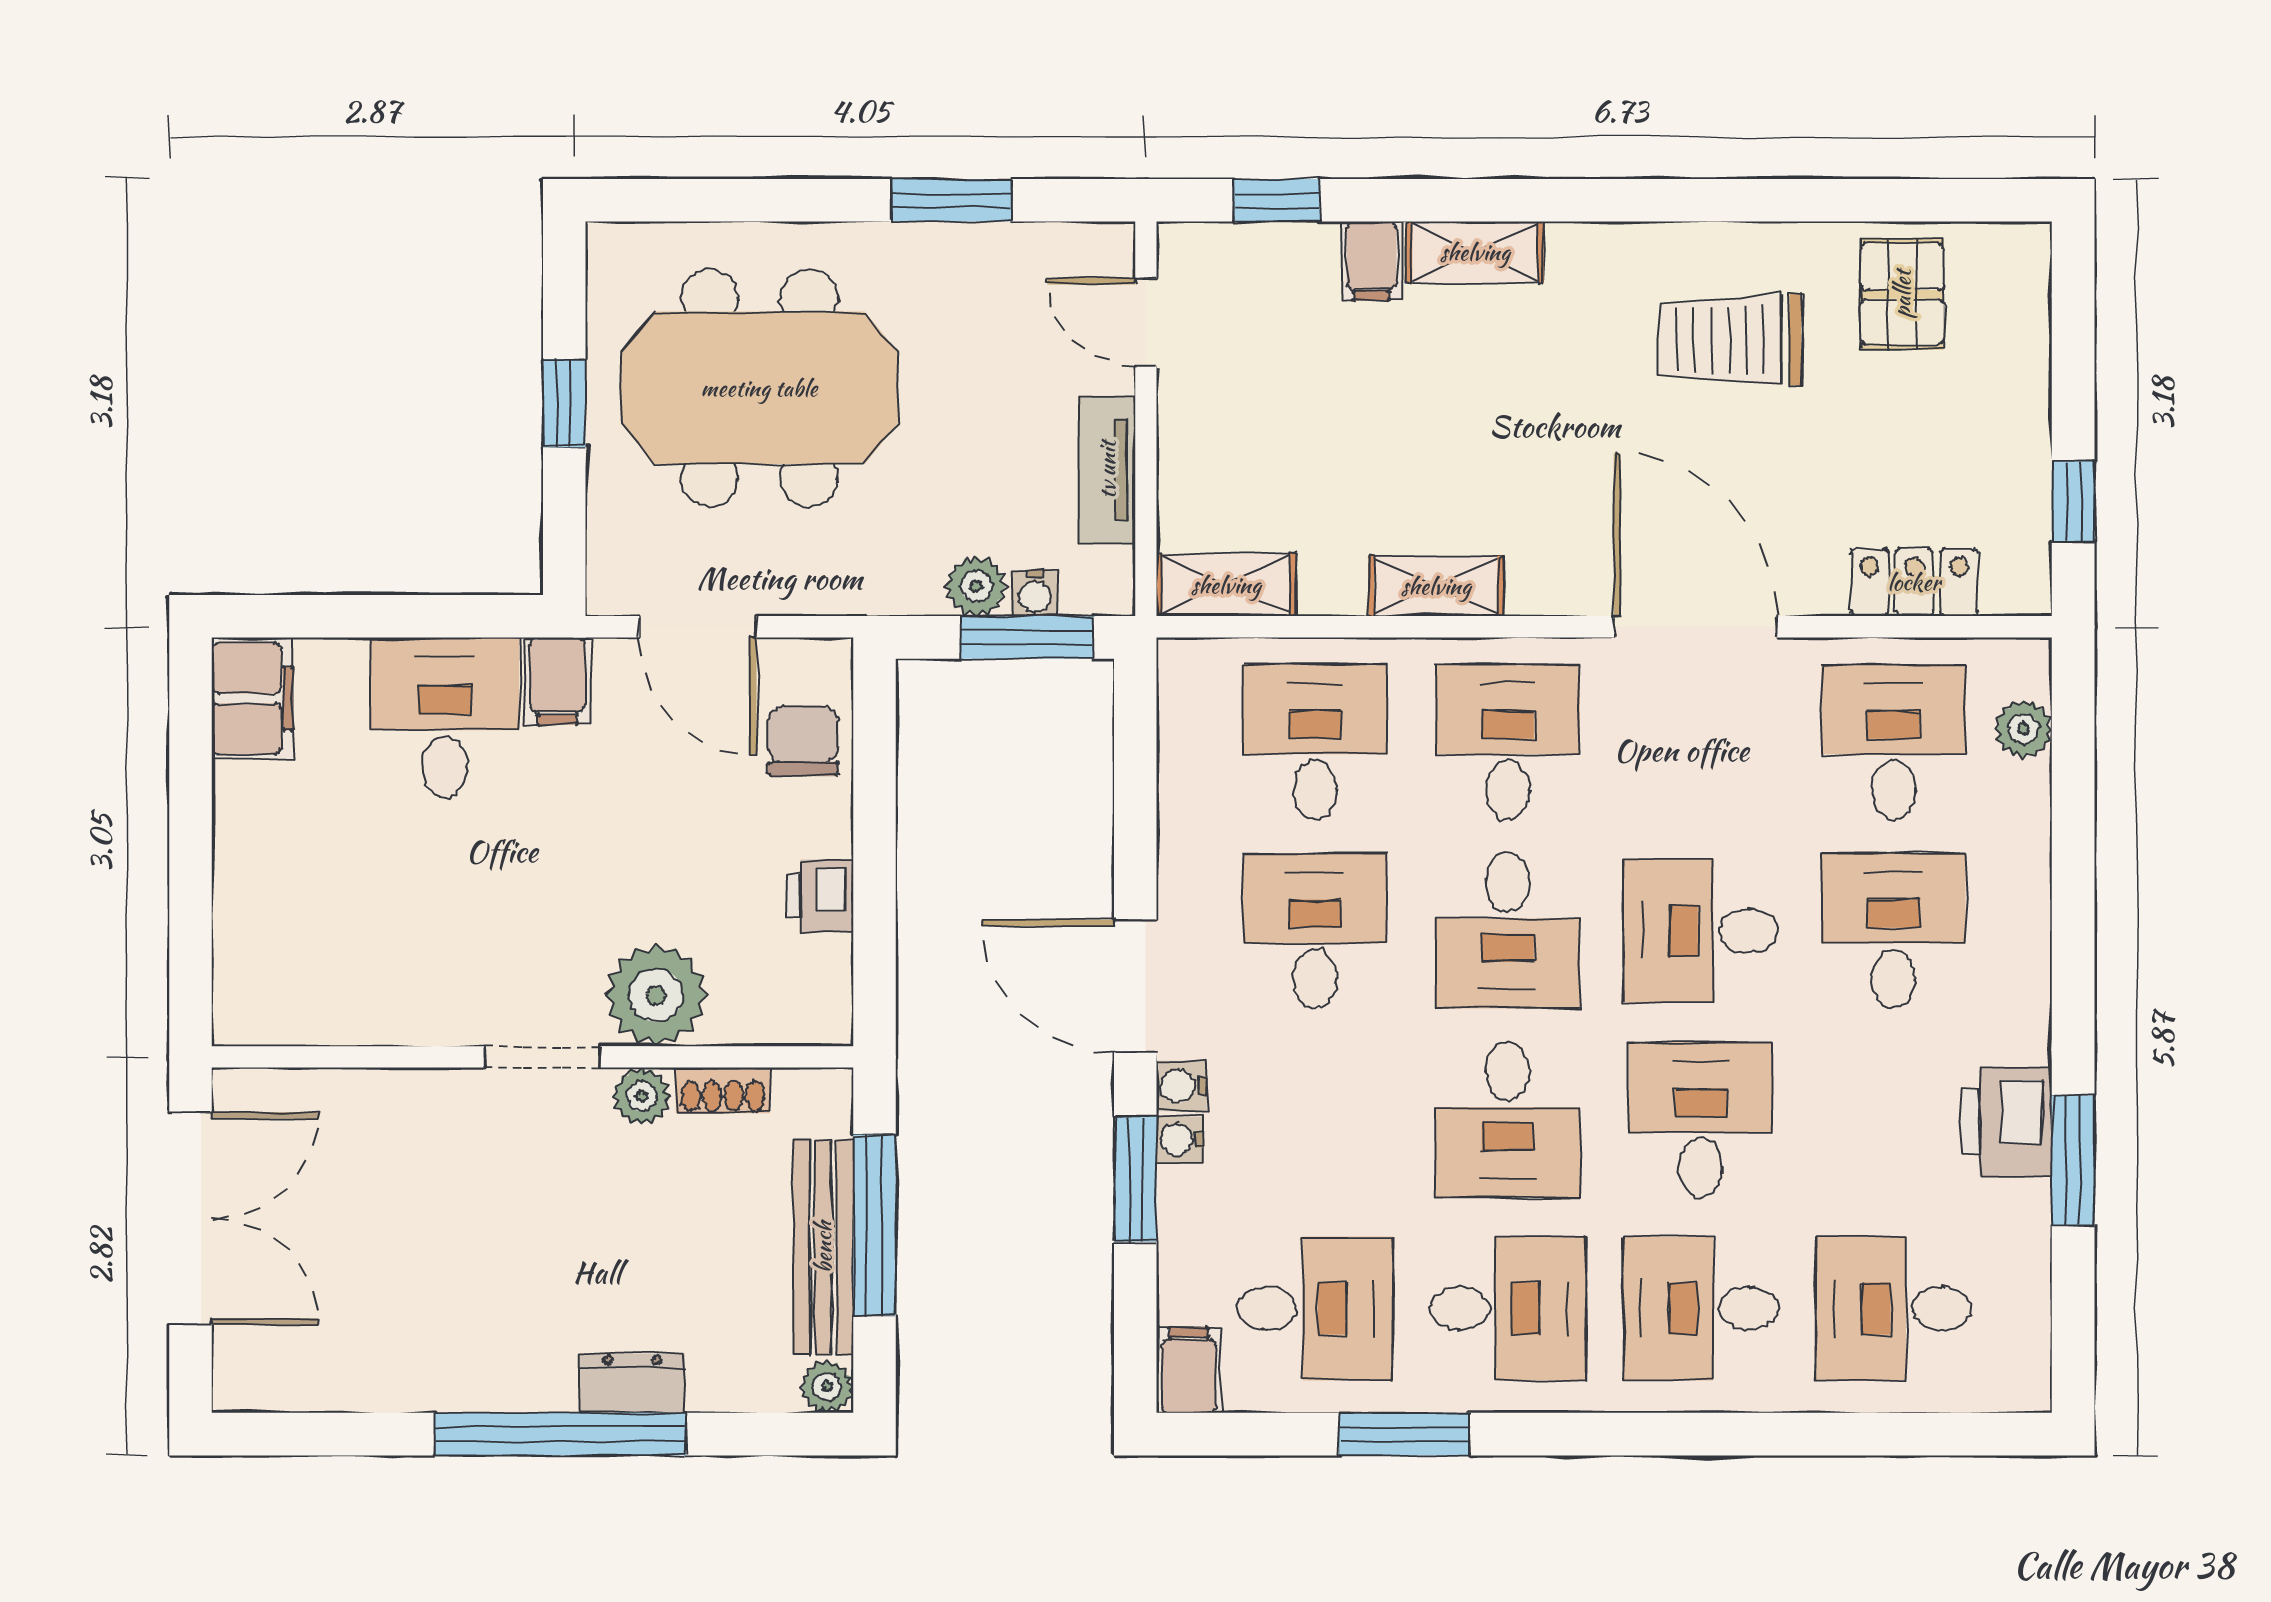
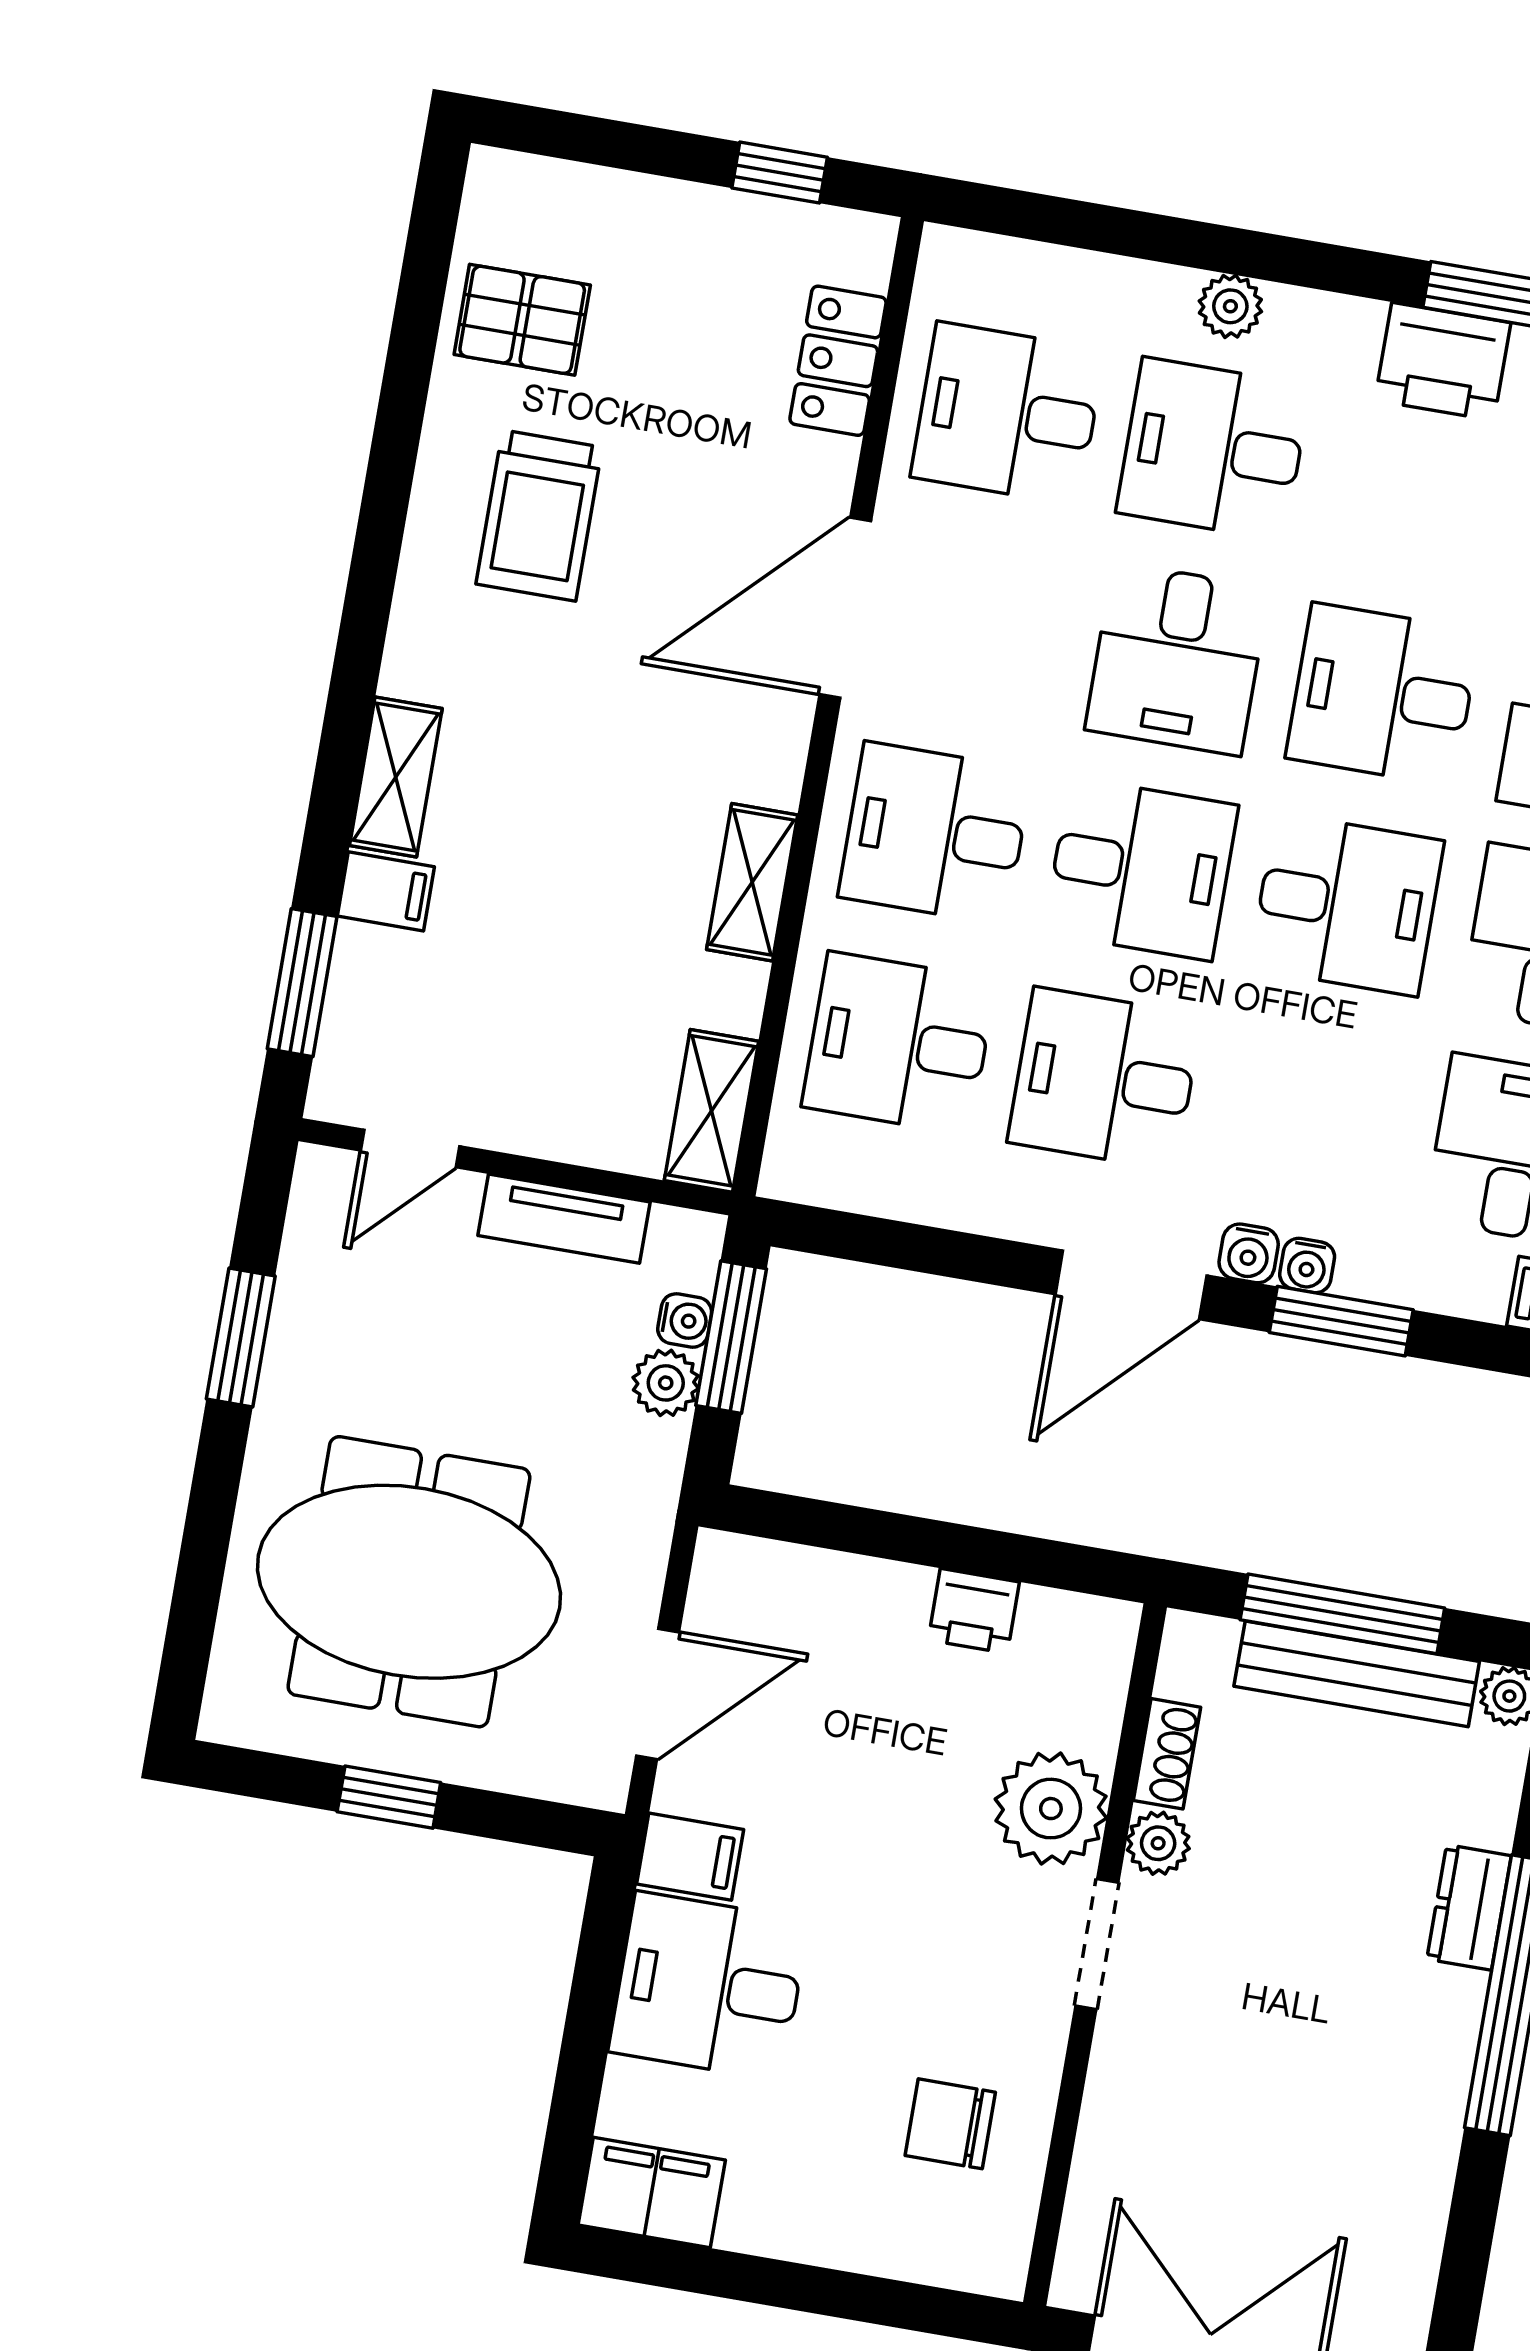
window: (1277, 200) -> (302, 983), width x1.50
meeting table: (759, 388) -> (409, 1582), turned 90
plant: (2023, 729) -> (1230, 306), moved
chair: (803, 741) -> (950, 2124), moved

